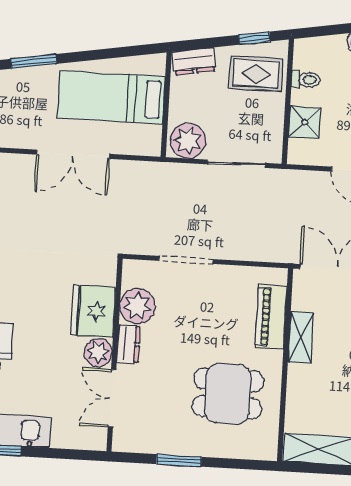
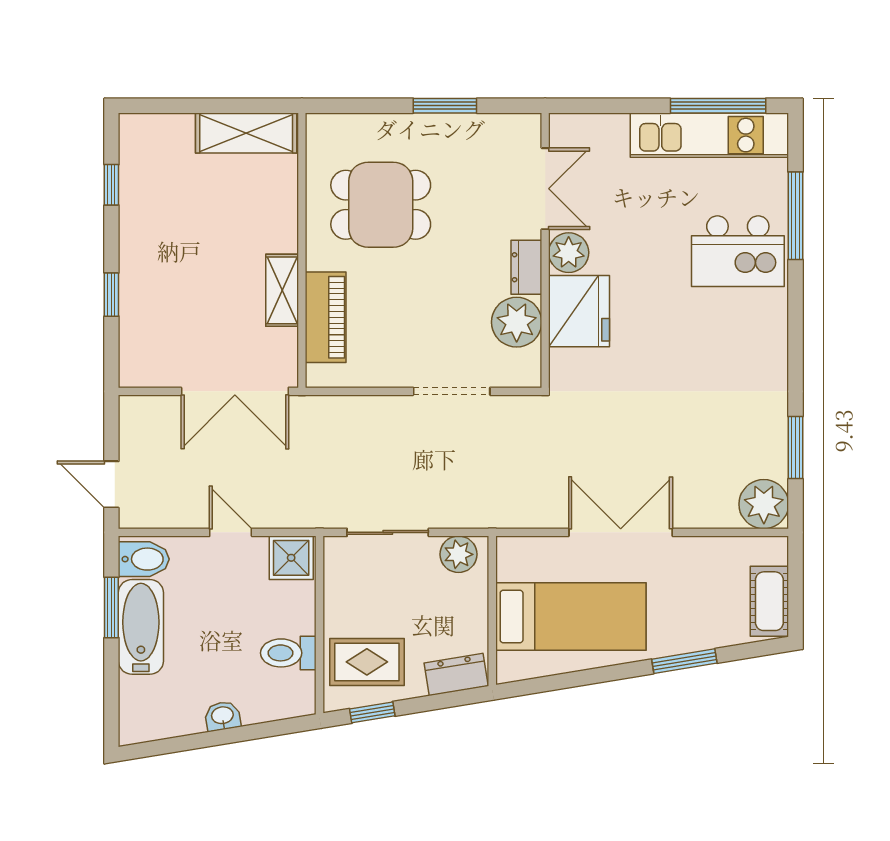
toilet: (306, 80) -> (288, 653), width x1.37, depth x1.39
shower: (304, 122) -> (291, 558), moved
plant: (188, 141) -> (458, 554), width x0.73, depth x0.73

